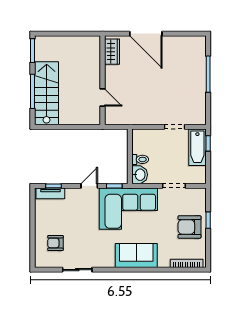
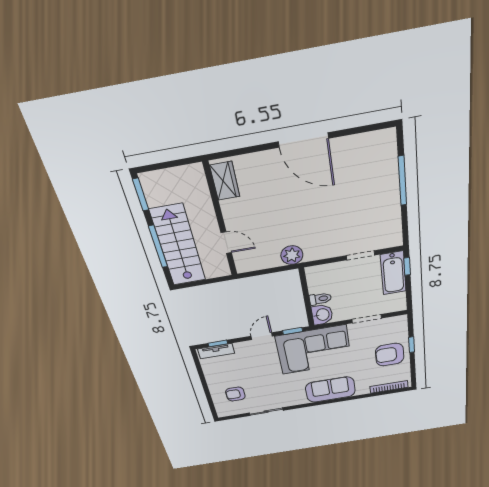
wardrobe: (112, 52) -> (225, 181), moved
wall: (102, 80) -> (221, 221), moved
door: (102, 98) -> (226, 243), moved
plant: (125, 117) -> (292, 255), added

